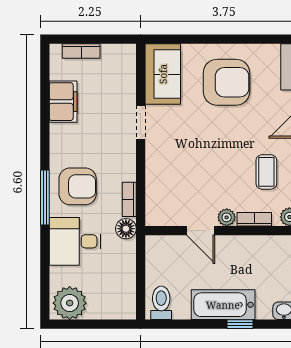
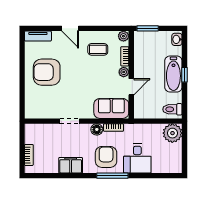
sofa: (163, 74) -> (111, 108), moved
armchair: (226, 82) -> (47, 72), turned -90
filing cabinet: (63, 102) -> (71, 165), moved
floor lamp: (126, 229) -> (97, 129), moved
plant: (70, 303) -> (172, 133), moved
window: (240, 324) -> (185, 75), moved

